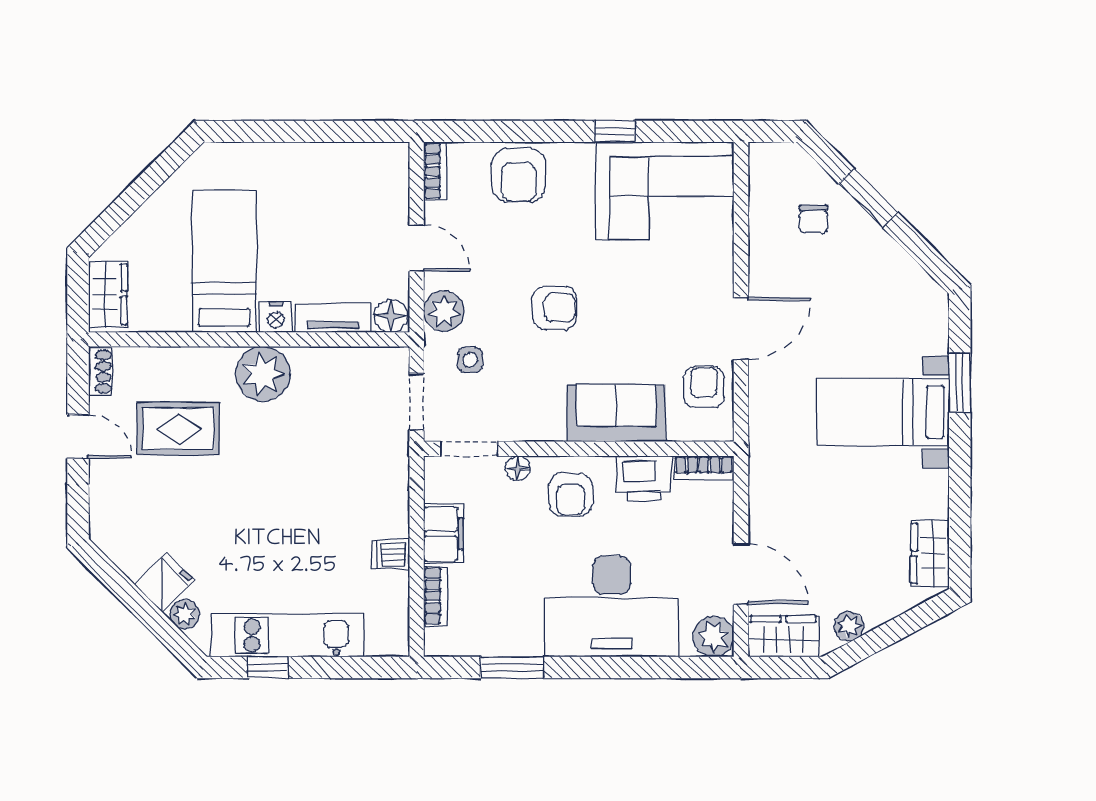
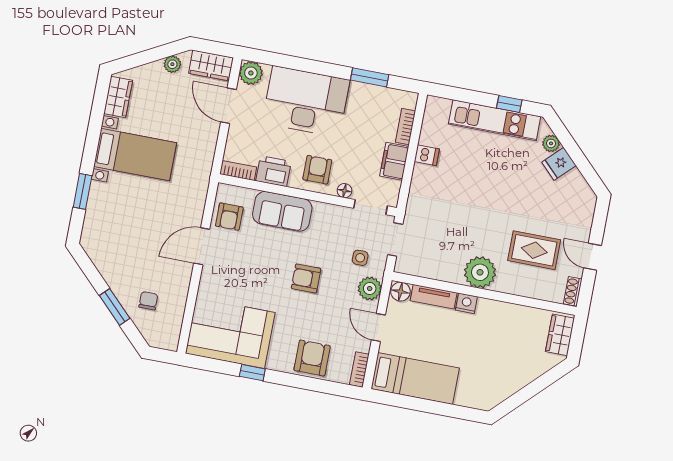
bed: (224, 261) -> (415, 378), moved, turned -90
bed with nightstands: (883, 412) -> (135, 155), moved

